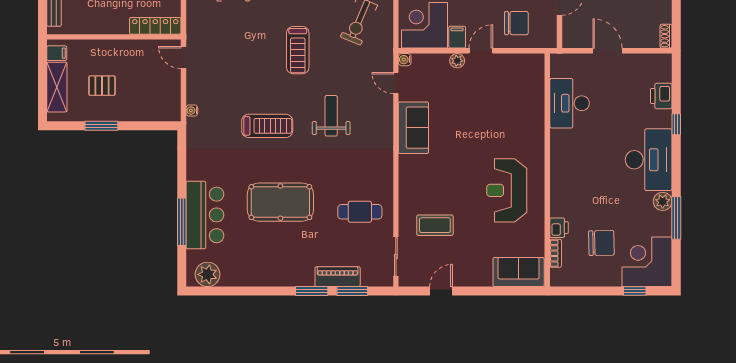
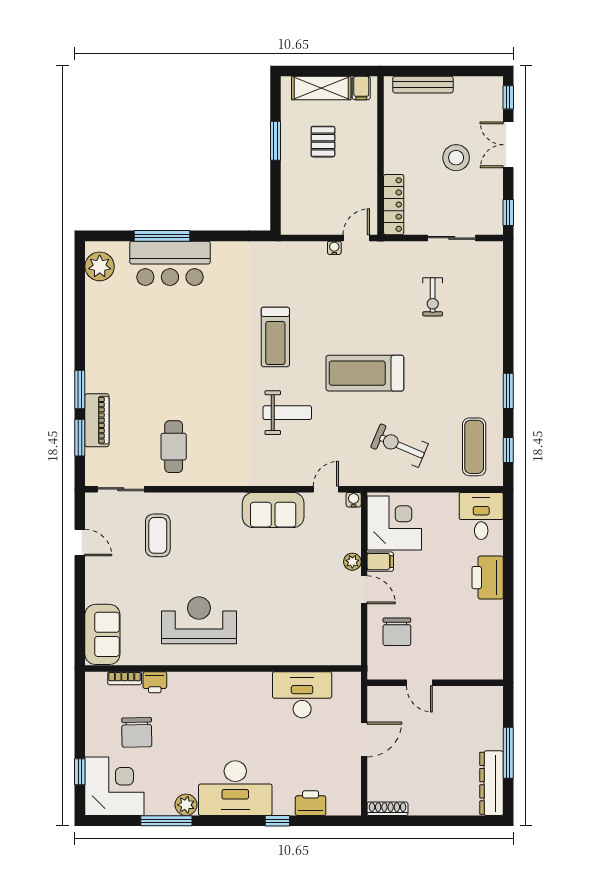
shoe rack: (666, 36) -> (388, 809), width x1.43
treadmill: (298, 50) -> (365, 373), width x1.37, depth x1.38
water cooler: (192, 110) -> (334, 248), moved
pool table: (280, 202) -> (185, 353), removed

